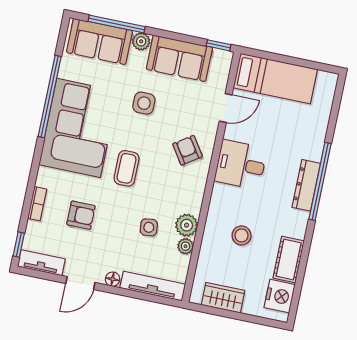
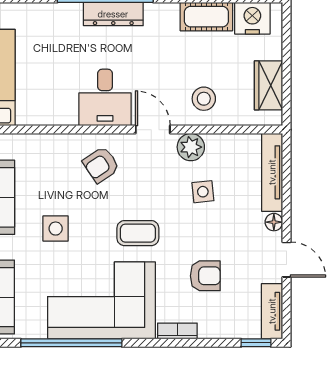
door: (226, 108) -> (153, 130), moved
bookcase: (37, 204) -> (177, 331), moved
armchair: (81, 215) -> (205, 276), turned 90
stool: (242, 235) -> (204, 99), moved
plant: (186, 246) -> (216, 143), removed

